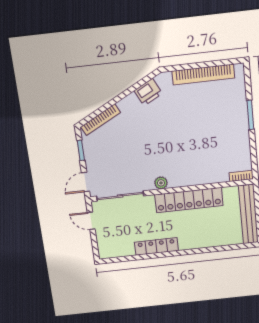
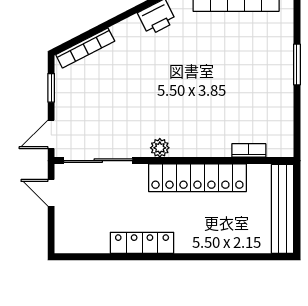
bookcase: (241, 176) -> (249, 150), moved

